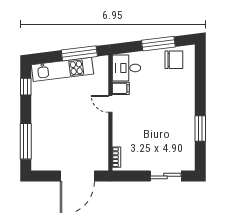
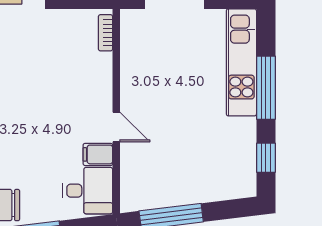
kitchen unit: (62, 69) -> (241, 62), moved, turned -83
window: (26, 141) -> (266, 88), moved

